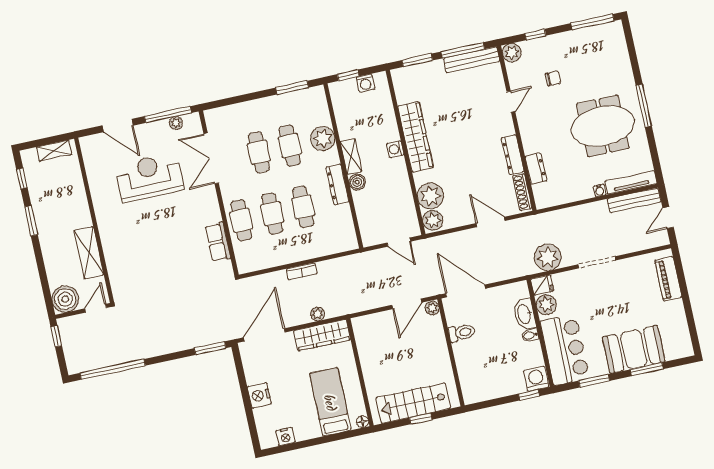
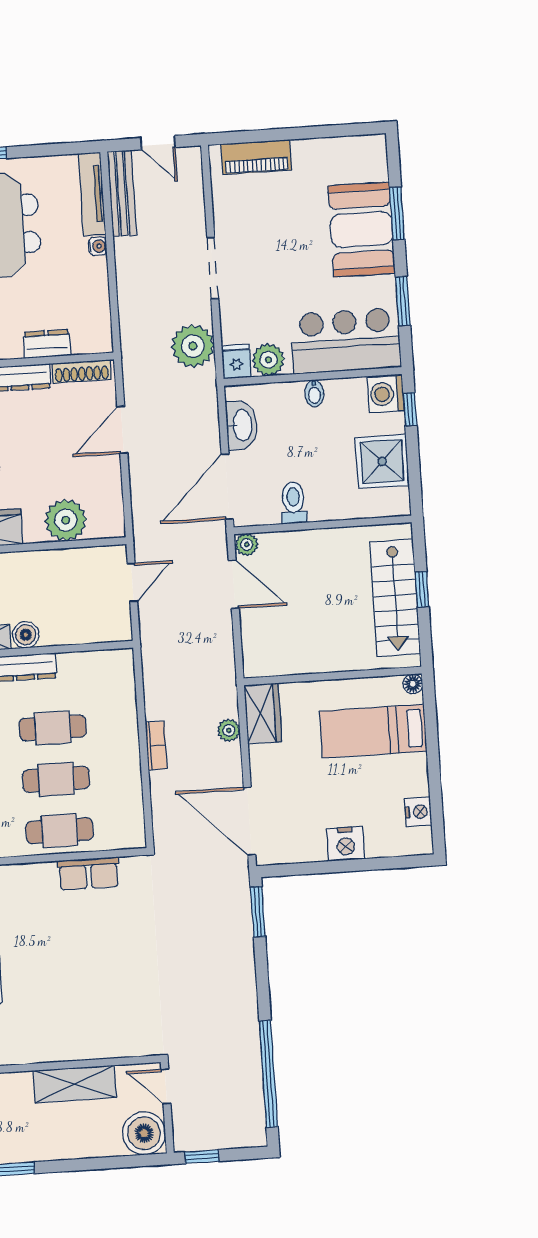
plant: (433, 220) -> (106, 522), removed
washbasin: (525, 314) -> (242, 425), moved, turned -90
wardrobe: (322, 335) -> (263, 714), width x0.67
shower: (495, 383) -> (382, 461), added

